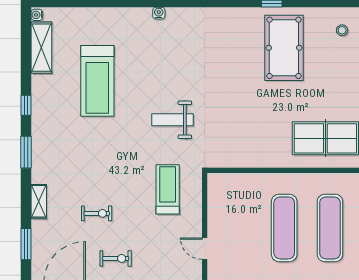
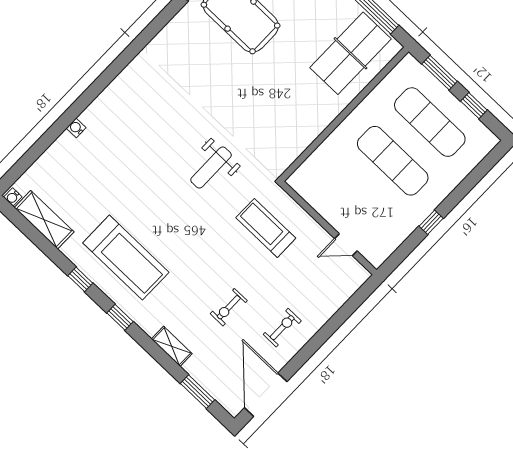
water cooler: (159, 13) -> (76, 128), moved
treadmill: (97, 81) -> (126, 258), moved
window: (26, 152) -> (120, 317), width x0.67
exercise bike: (97, 213) -> (229, 307), turned 180

